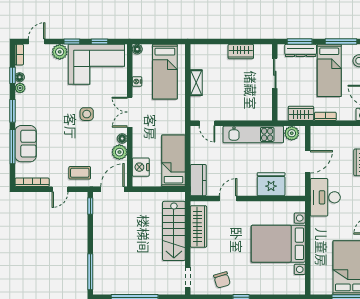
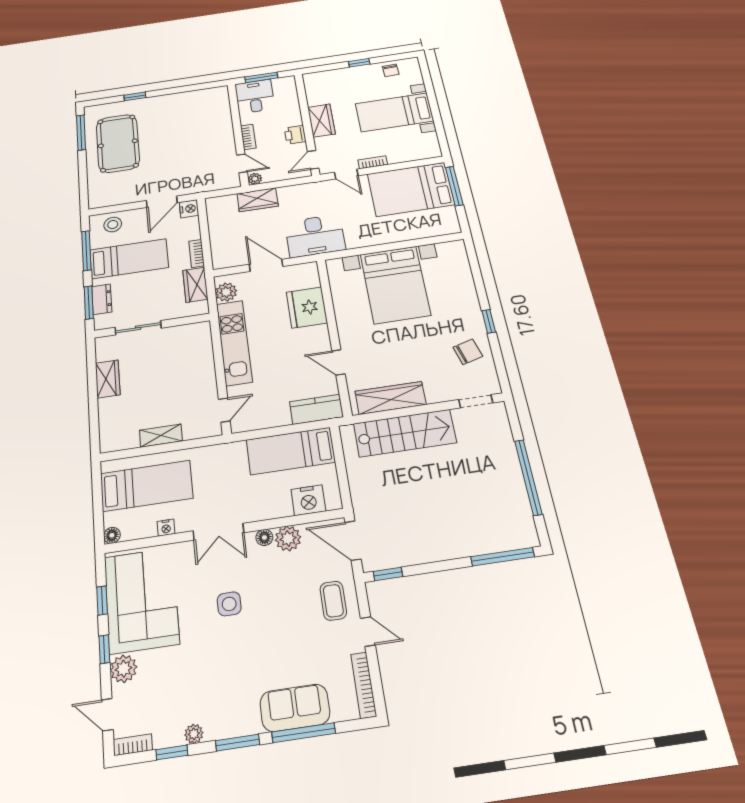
dresser: (301, 50) -> (102, 299), width x0.70
floor lamp: (20, 77) -> (174, 738), removed

